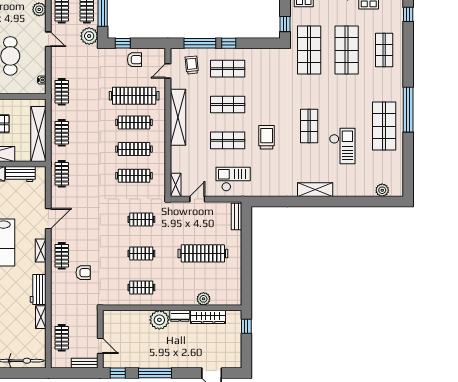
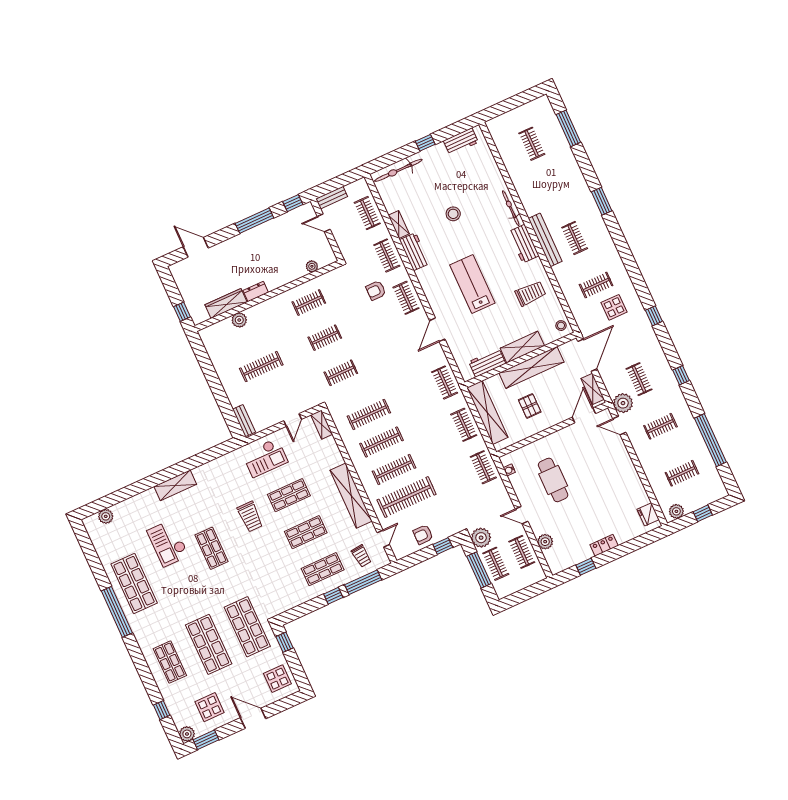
shelving: (41, 251) -> (430, 293), removed
clothes rail: (203, 253) -> (261, 367), width x0.73, depth x0.76
clothes rail: (62, 297) -> (387, 255), added
plant: (159, 320) -> (312, 266), moved, width x0.53, depth x0.53

